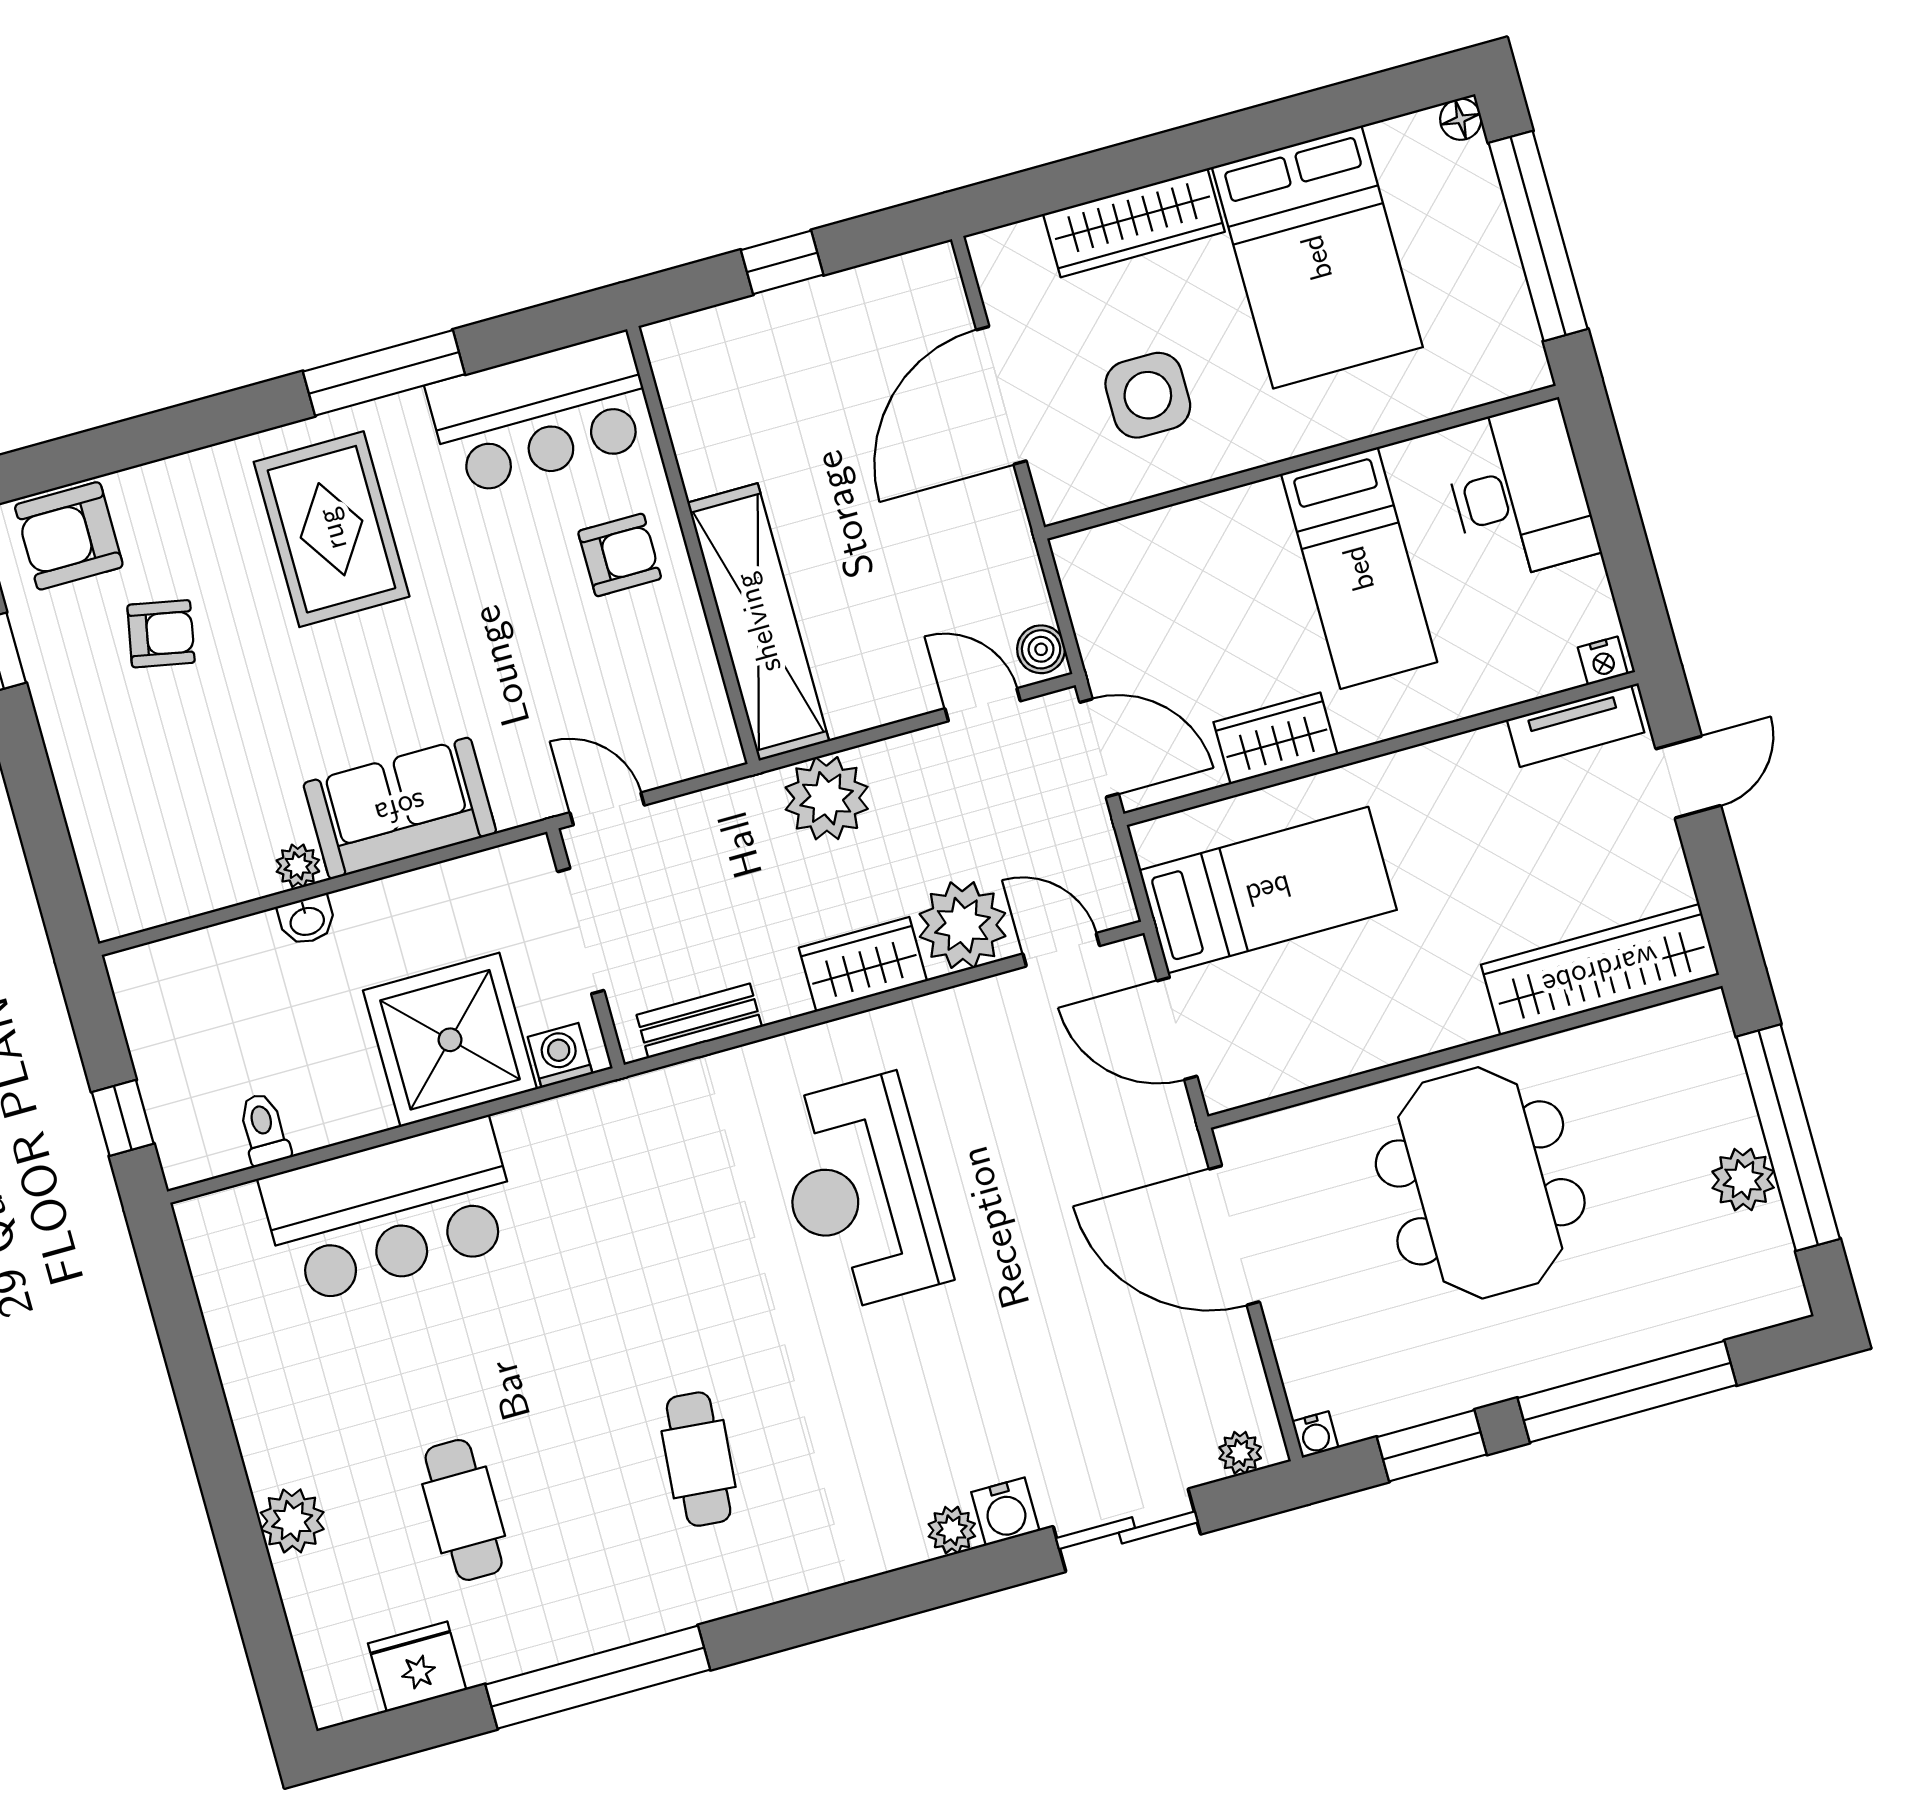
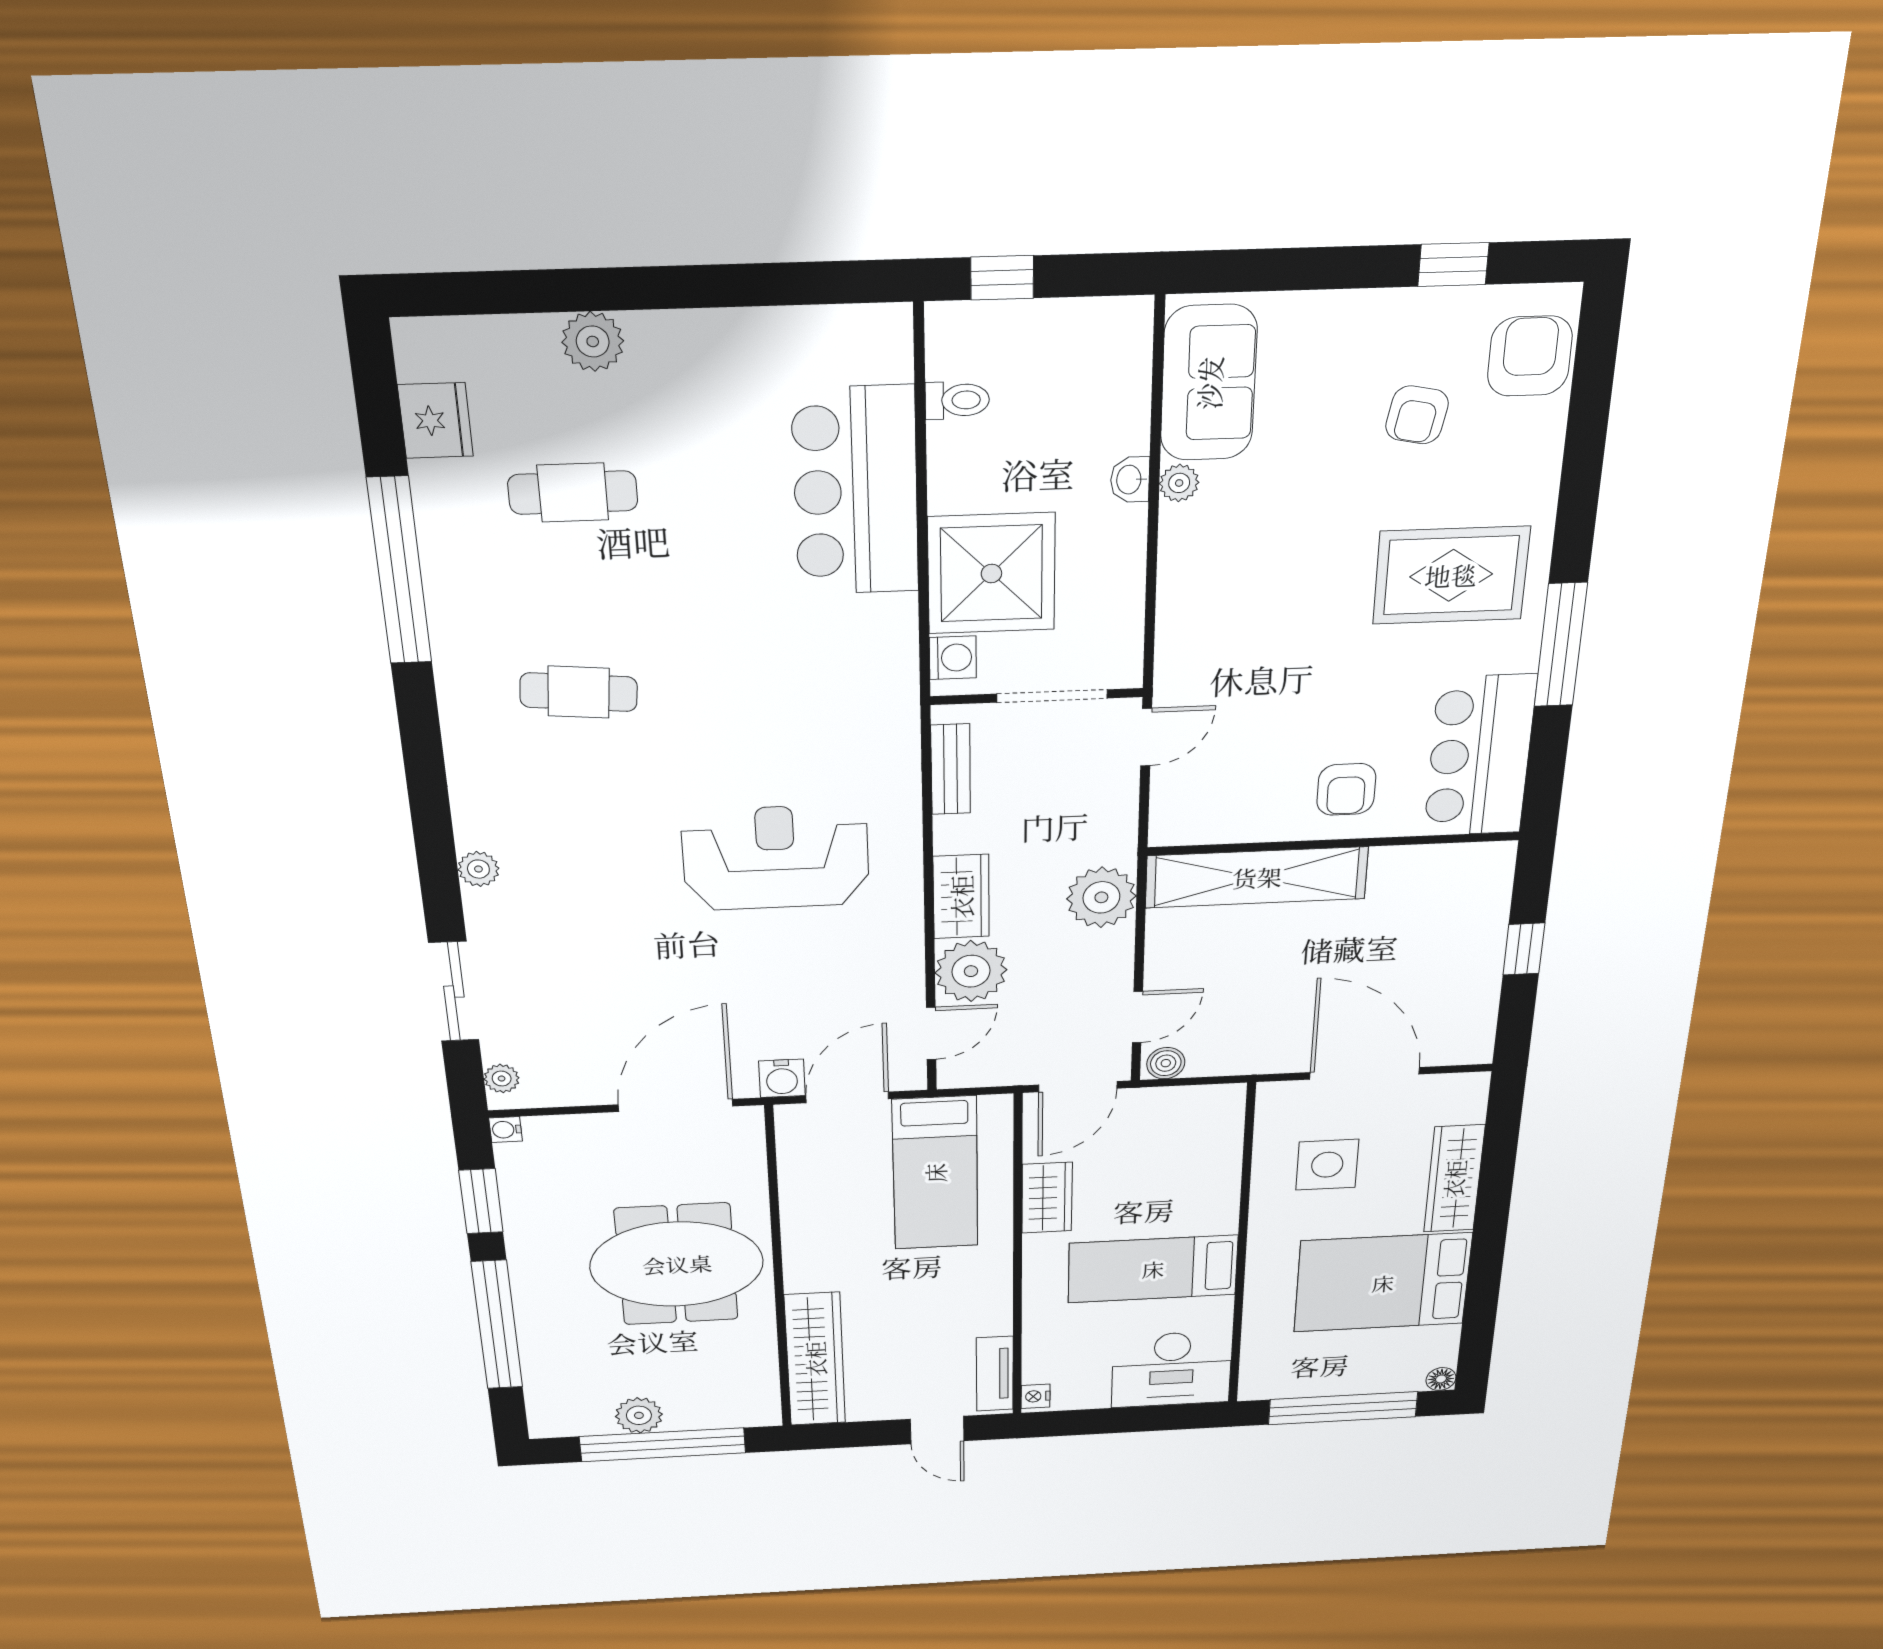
sofa: (400, 808) -> (1209, 383), moved
water cooler: (1005, 1511) -> (782, 1078), moved, turned -90

